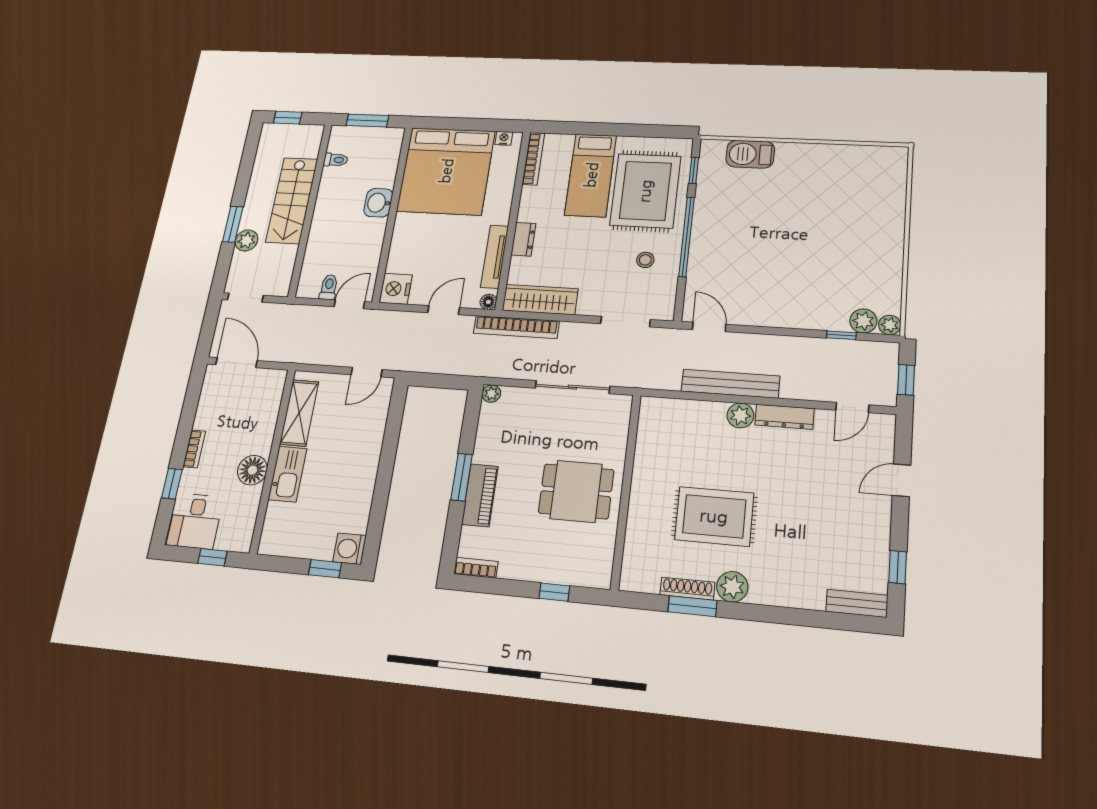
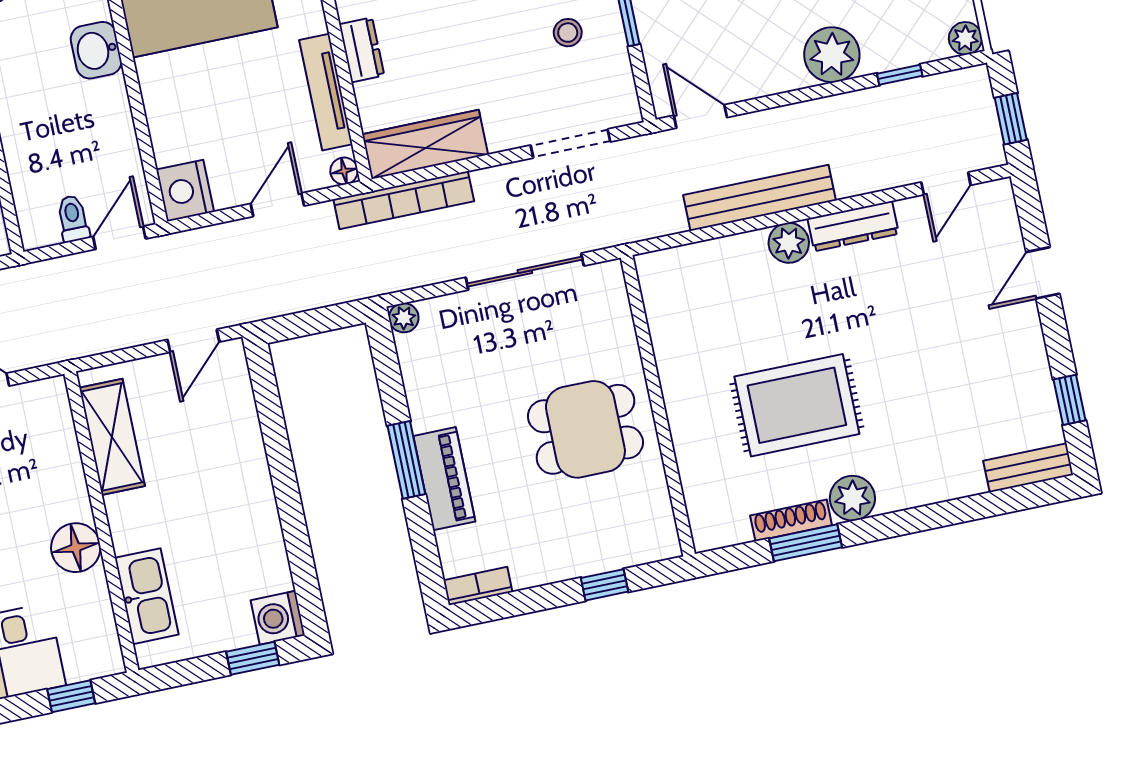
plant: (863, 321) -> (832, 55), moved, width x1.36, depth x1.36
kitchen sink: (287, 474) -> (147, 596), moved

